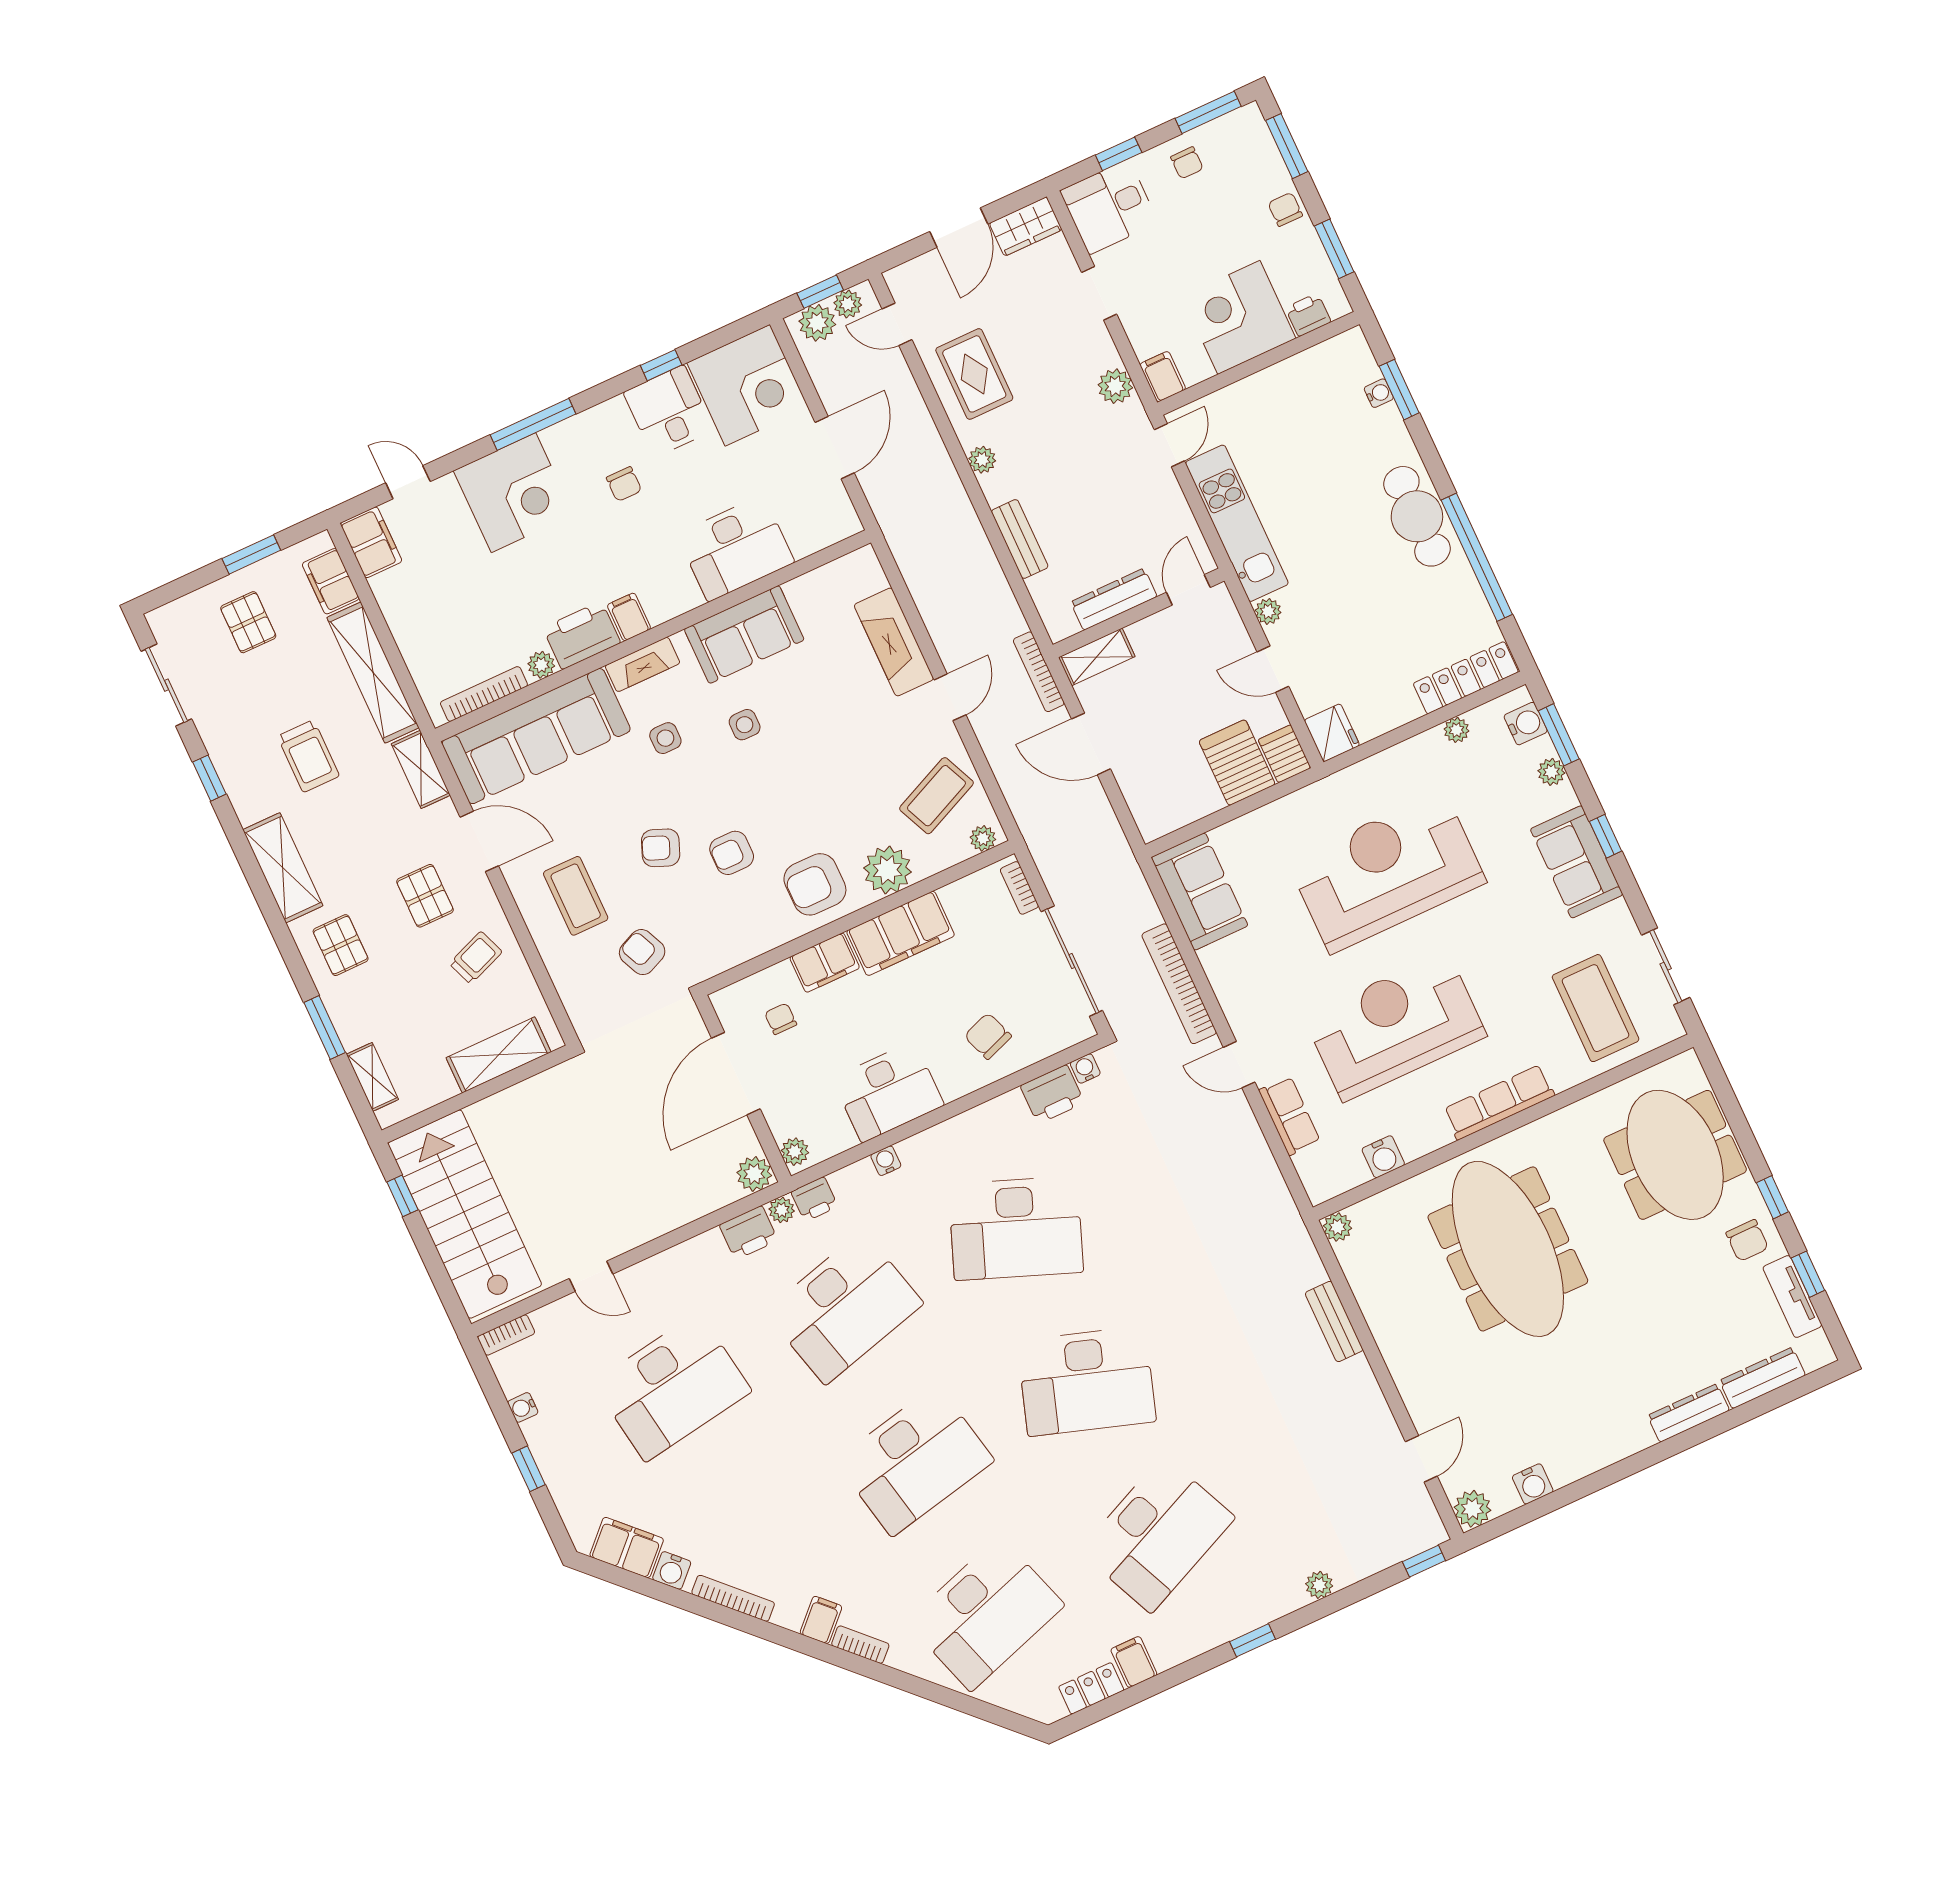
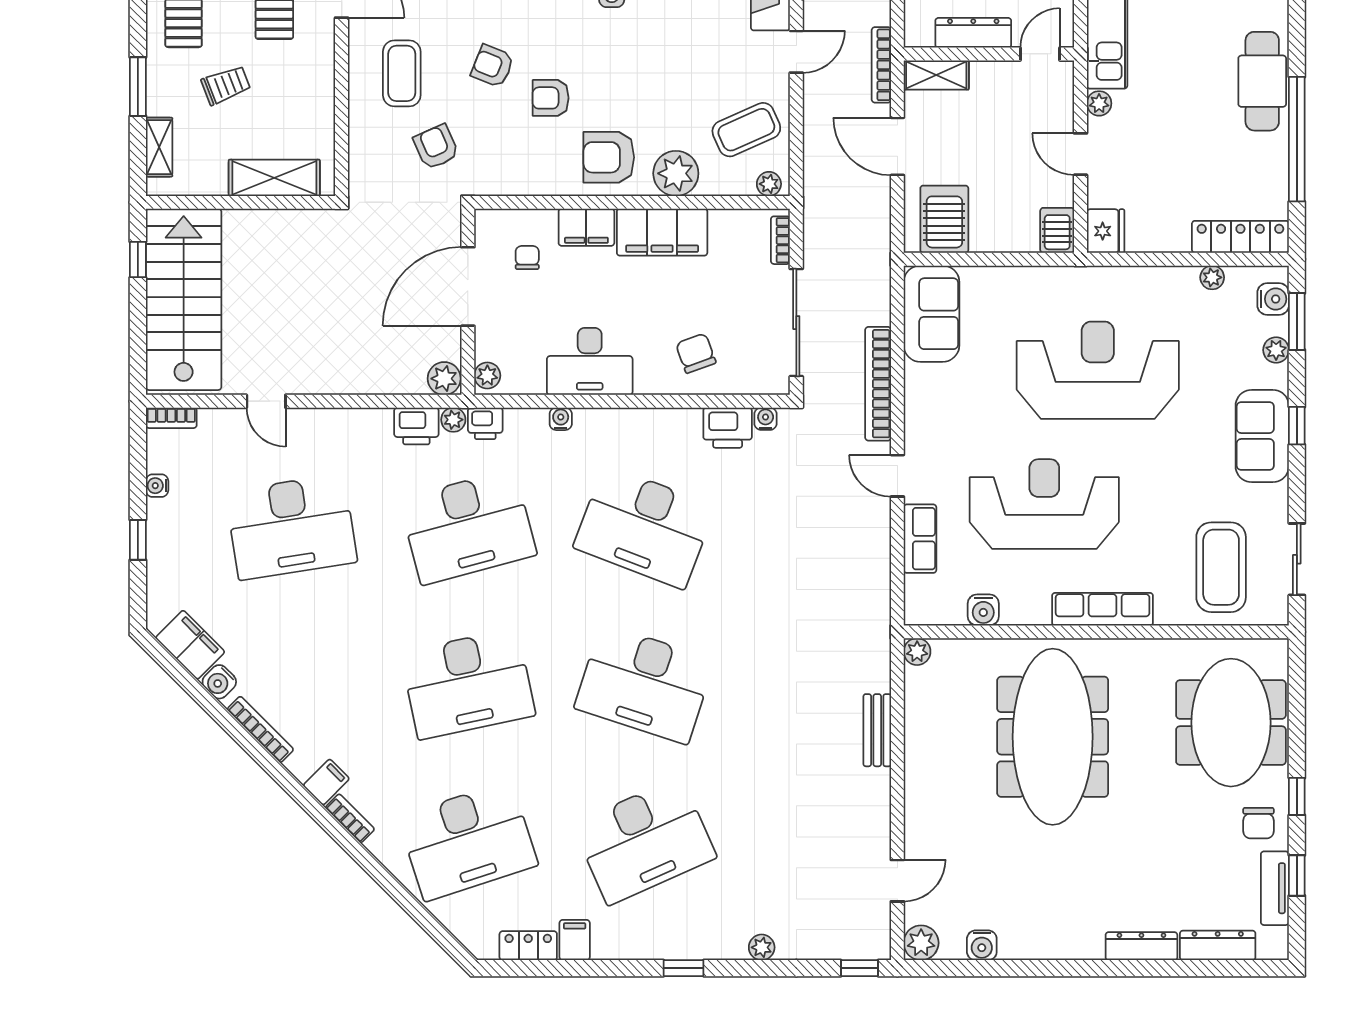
server rack: (1237, 763) -> (944, 219), moved
trolley: (476, 958) -> (226, 85), moved

